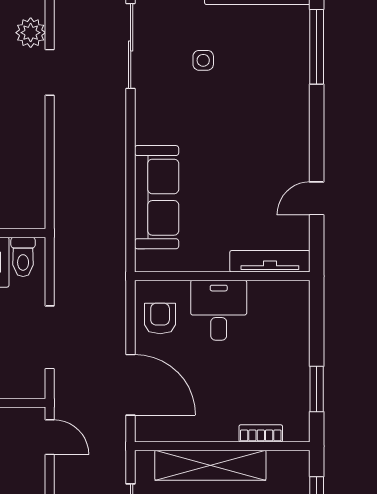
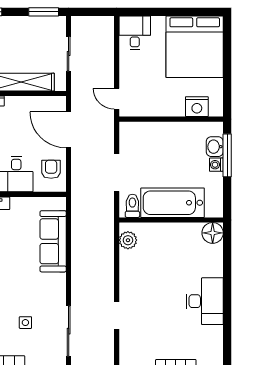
plant: (31, 33) -> (128, 240), moved
armchair: (160, 318) -> (51, 169), turned 180
doorway: (50, 337) -> (117, 173), moved

